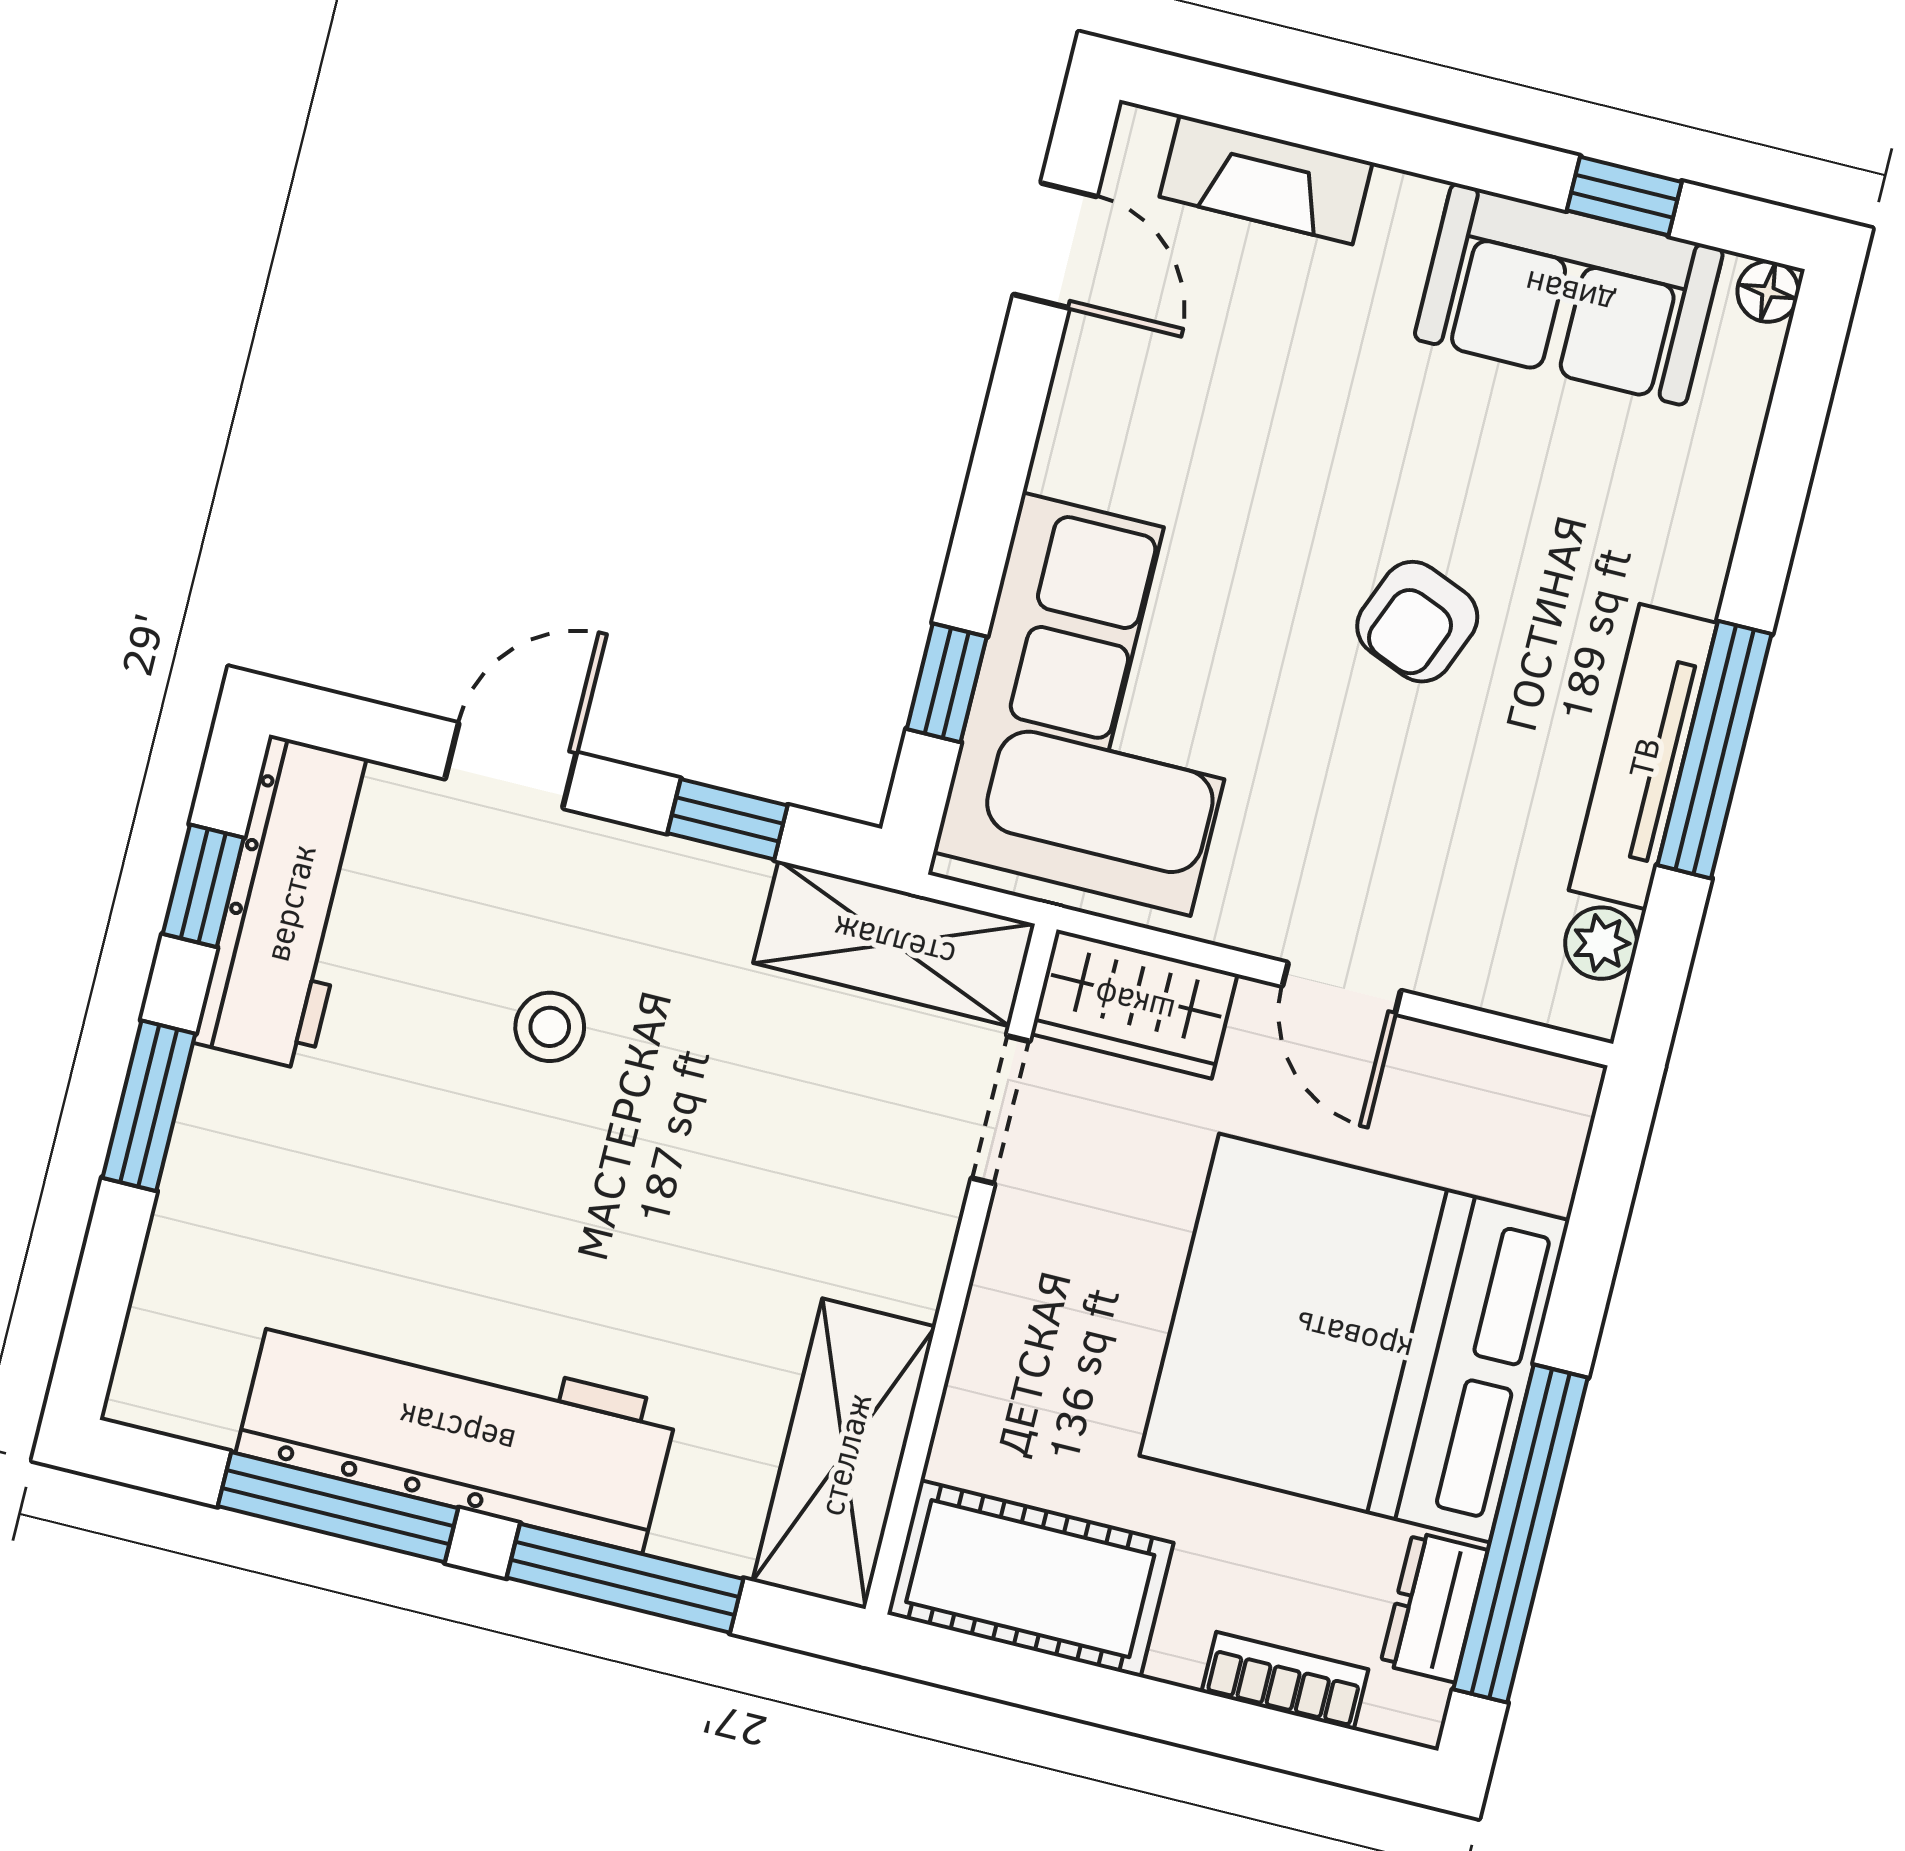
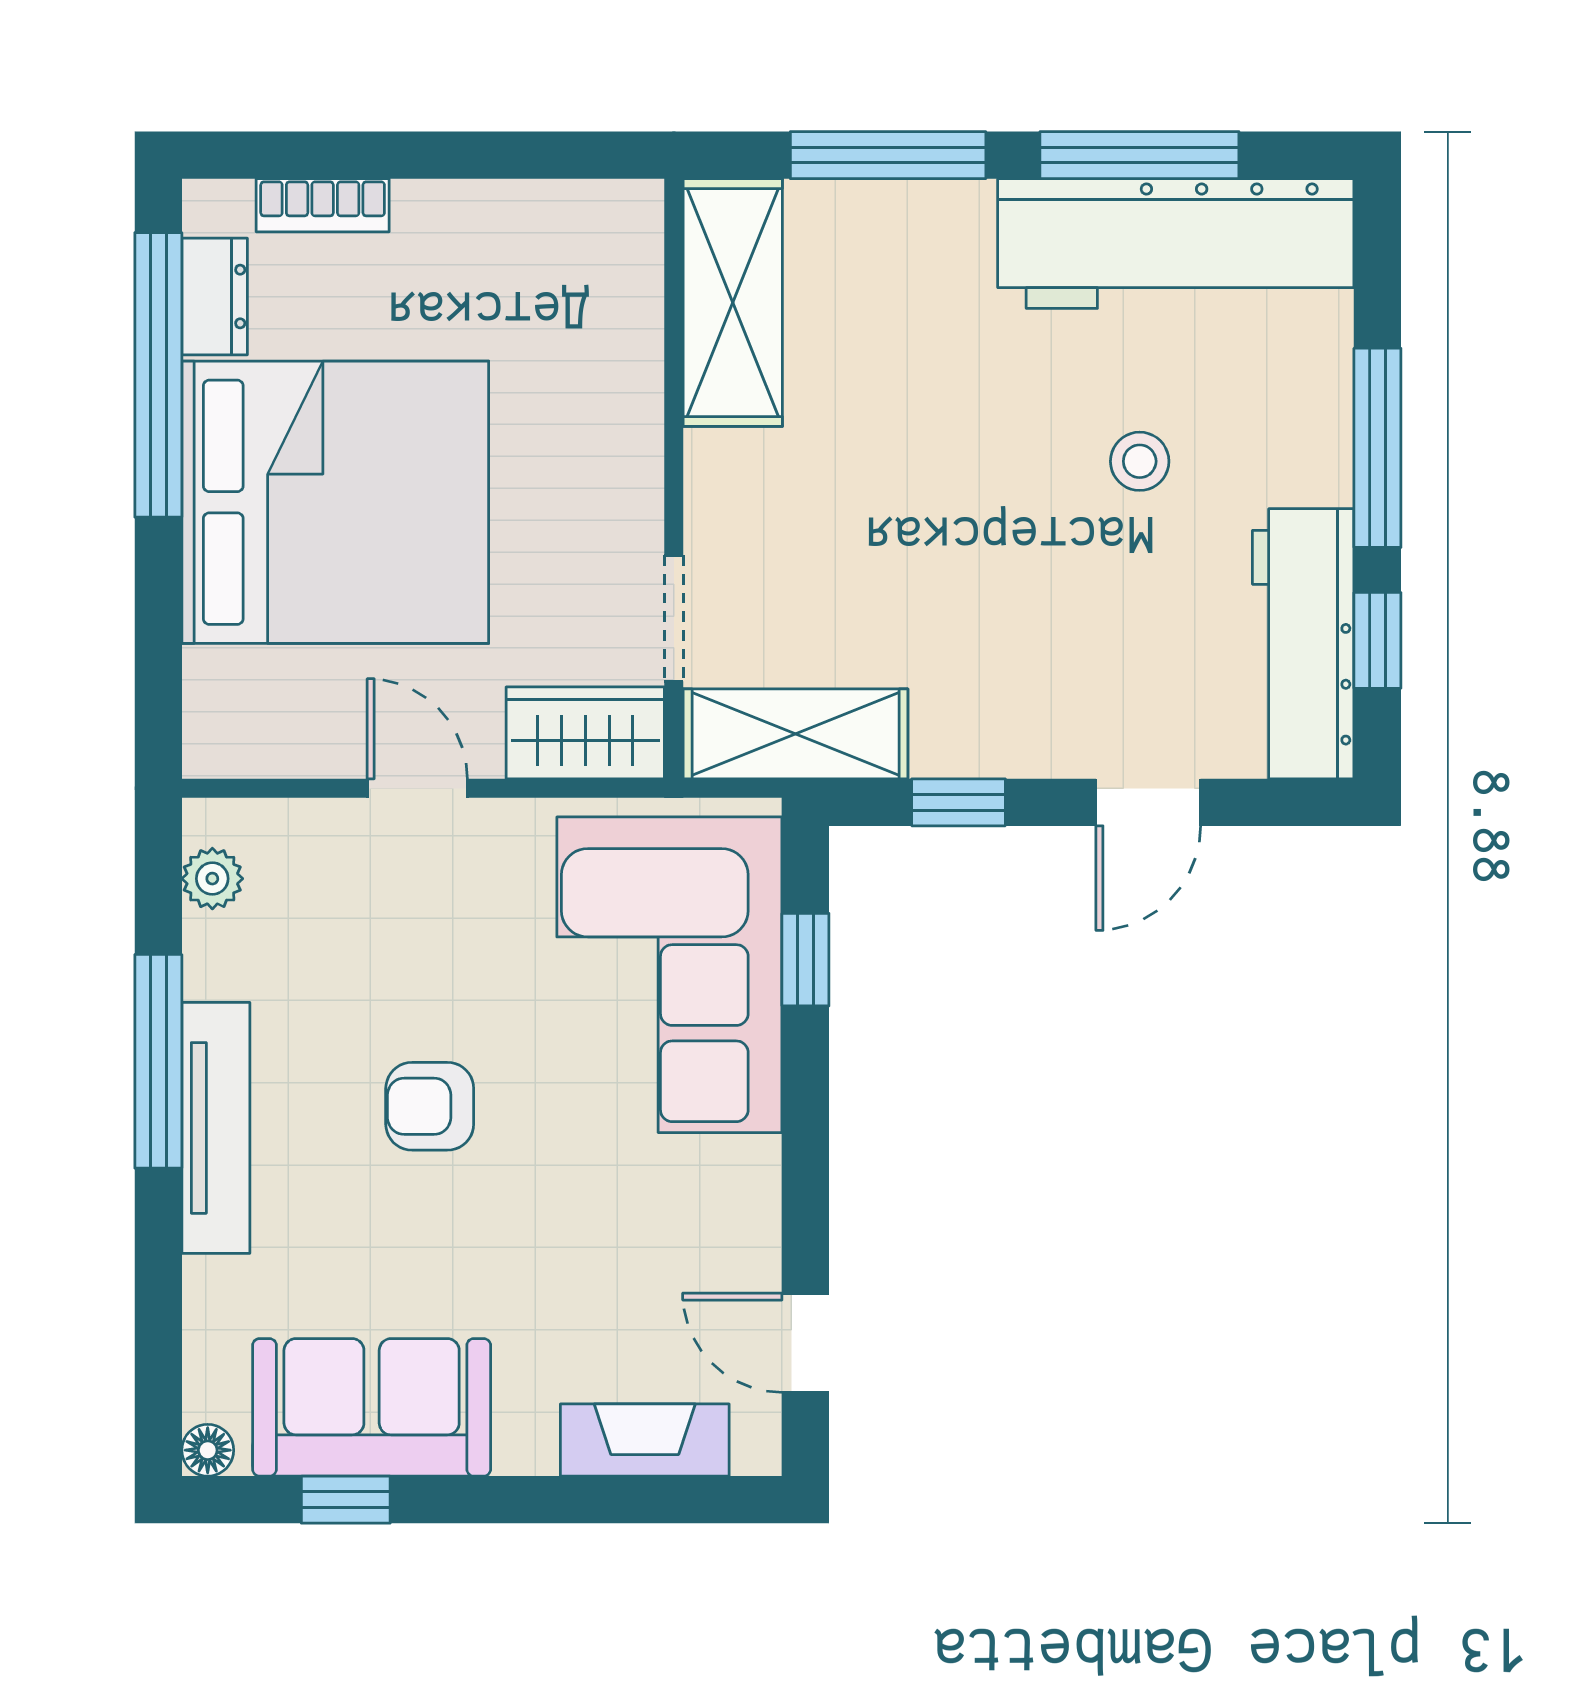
armchair: (1417, 622) -> (430, 1106), turned -112
tv unit: (1643, 757) -> (216, 1128), moved
stool: (550, 1027) -> (1140, 461), moved
window: (149, 1106) -> (1377, 448), width x1.44
workbench: (457, 1430) -> (1176, 244), moved
cot: (1030, 1579) -> (554, 238), removed

